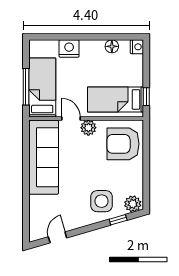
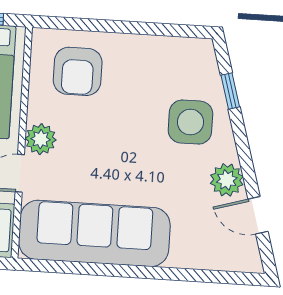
armchair: (123, 144) -> (78, 71), width x0.73, depth x0.73
plant: (133, 204) -> (227, 180), moved

